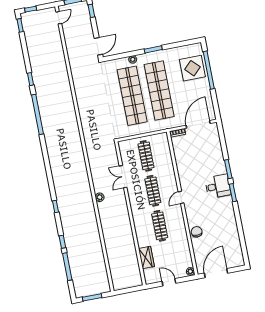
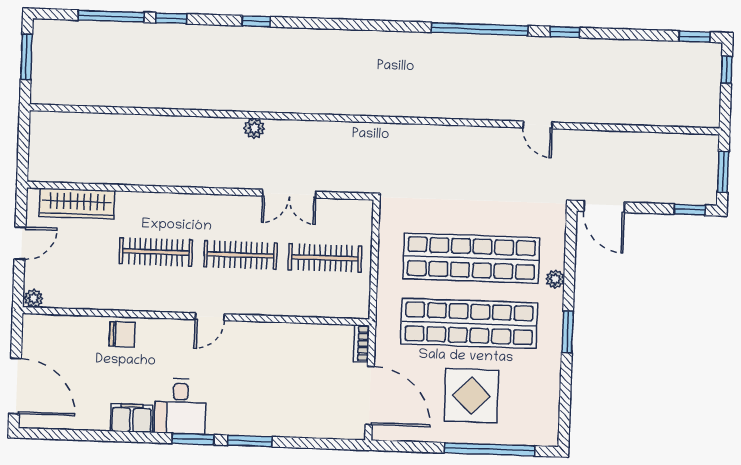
door: (59, 18) -> (538, 125), moved
display table: (192, 68) -> (471, 396), moved
double door: (123, 177) -> (289, 194), swing flipped
desk: (218, 186) -> (180, 406), moved
door: (181, 197) -> (210, 317), swing flipped
filing cabinet: (230, 220) -> (132, 418), added
wardrobe: (146, 258) -> (77, 204), width x1.50
door: (216, 273) -> (15, 386), moved

